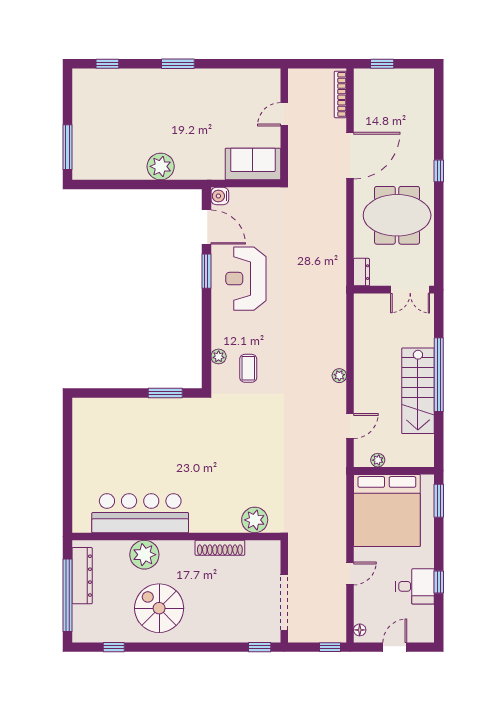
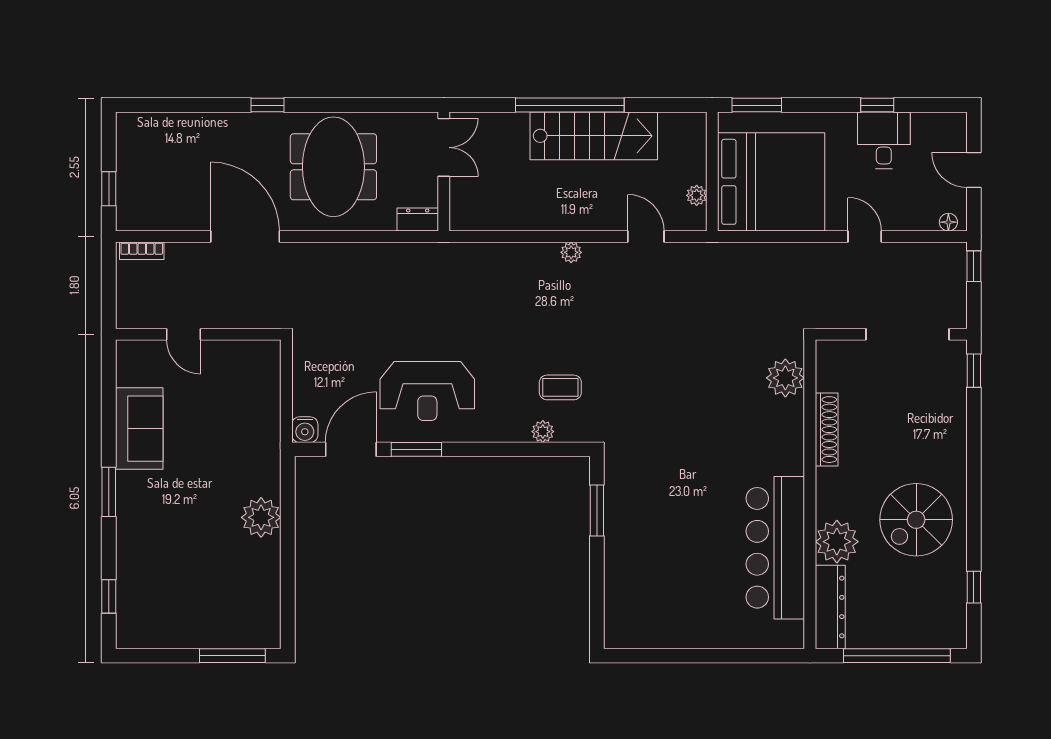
bookcase: (340, 94) -> (142, 251), width x0.64
sofa: (253, 164) -> (139, 429), moved, turned 180
dresser: (82, 576) -> (830, 607), moved, turned 90

